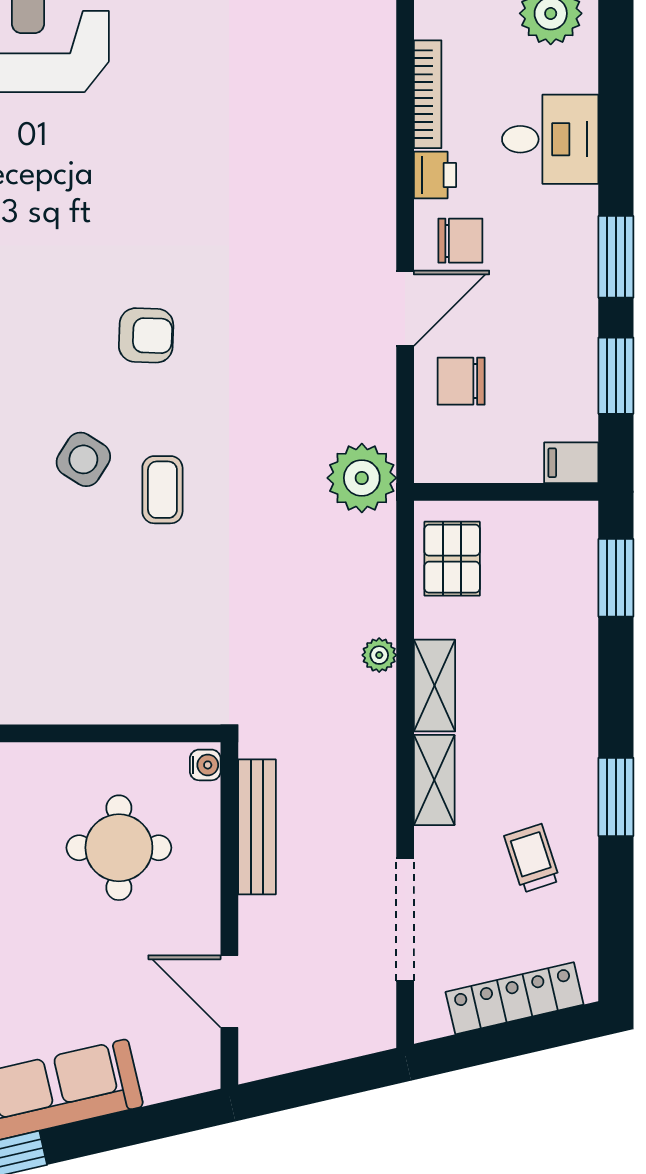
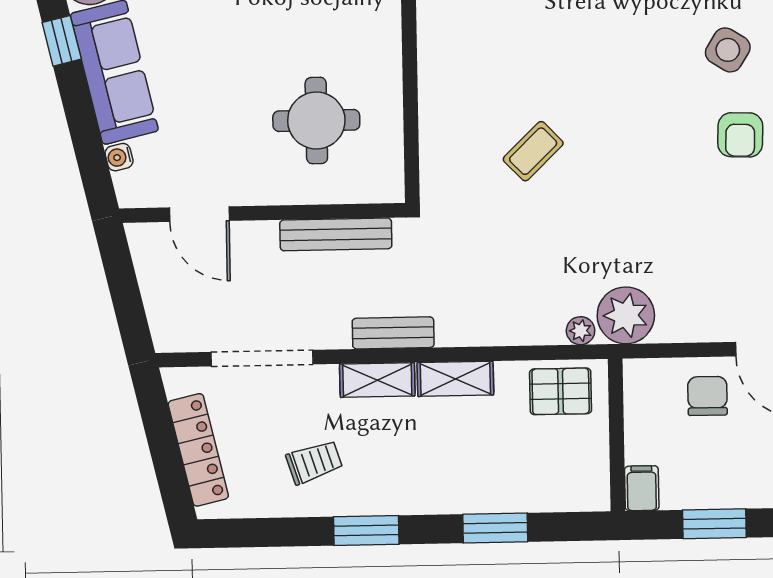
side table: (83, 459) -> (728, 50), moved
coffee table: (162, 490) -> (533, 151), moved, turned -44
window: (616, 578) -> (495, 528), moved
plant: (379, 655) -> (581, 331), moved
bench: (378, 760) -> (393, 333), added
water cooler: (205, 765) -> (119, 157), moved, turned 77
door: (229, 991) -> (199, 214), swing flipped

